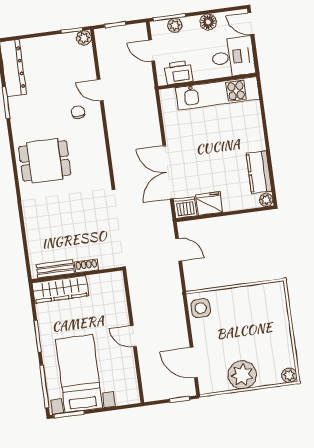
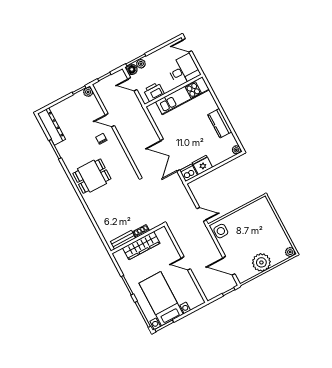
floor lamp: (208, 22) -> (132, 69), moved
kitchen counter: (259, 172) -> (220, 123), moved
door: (179, 250) -> (202, 214), moved
wardrobe: (60, 289) -> (141, 246), moved

